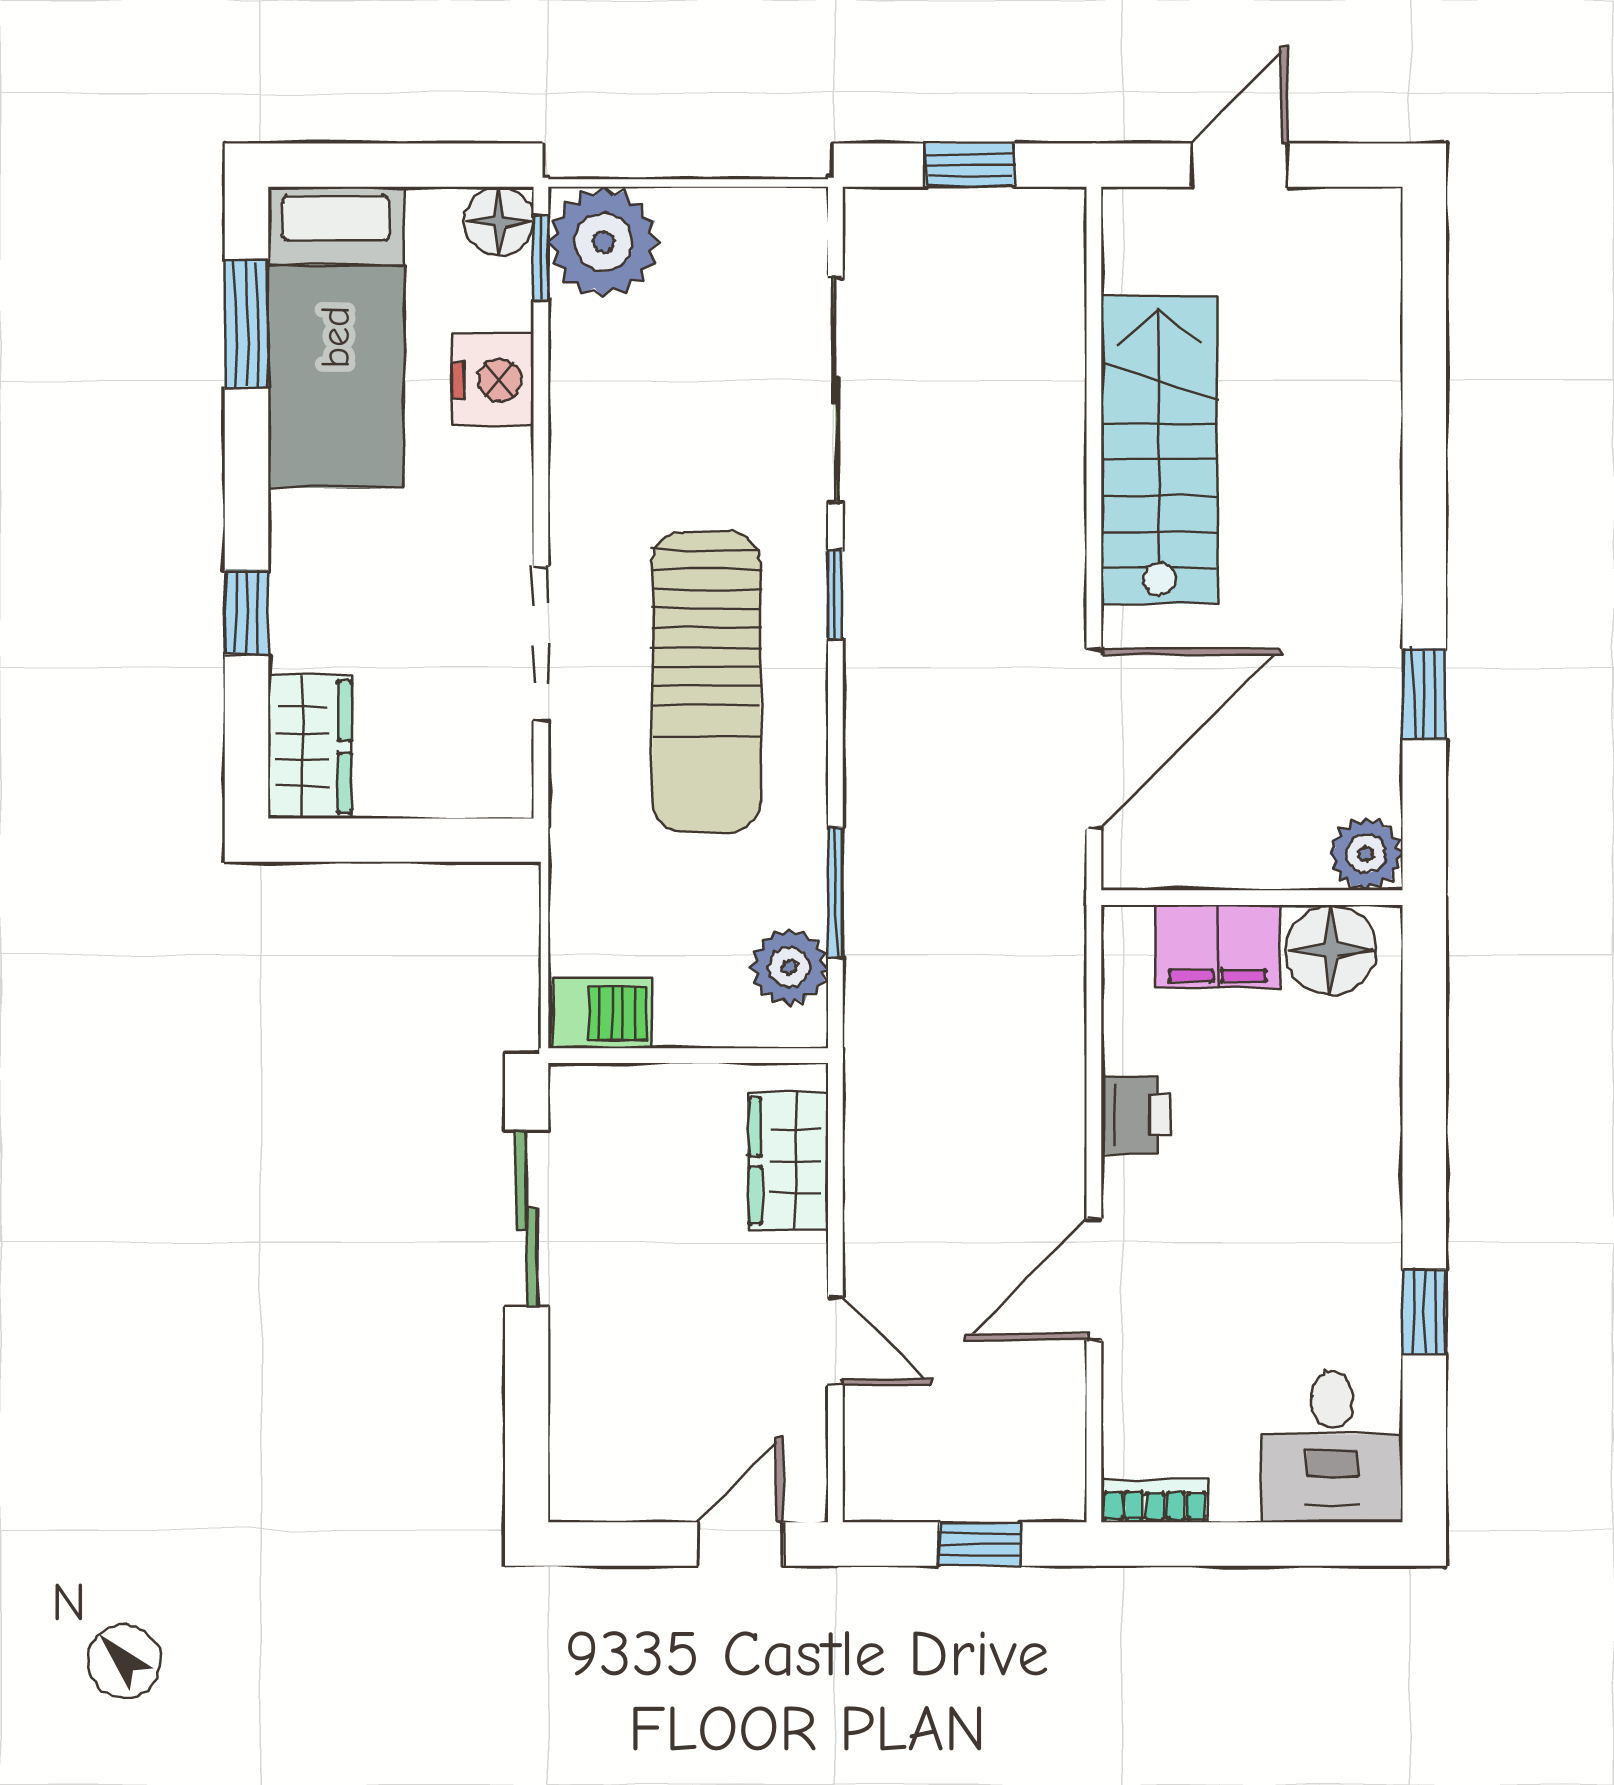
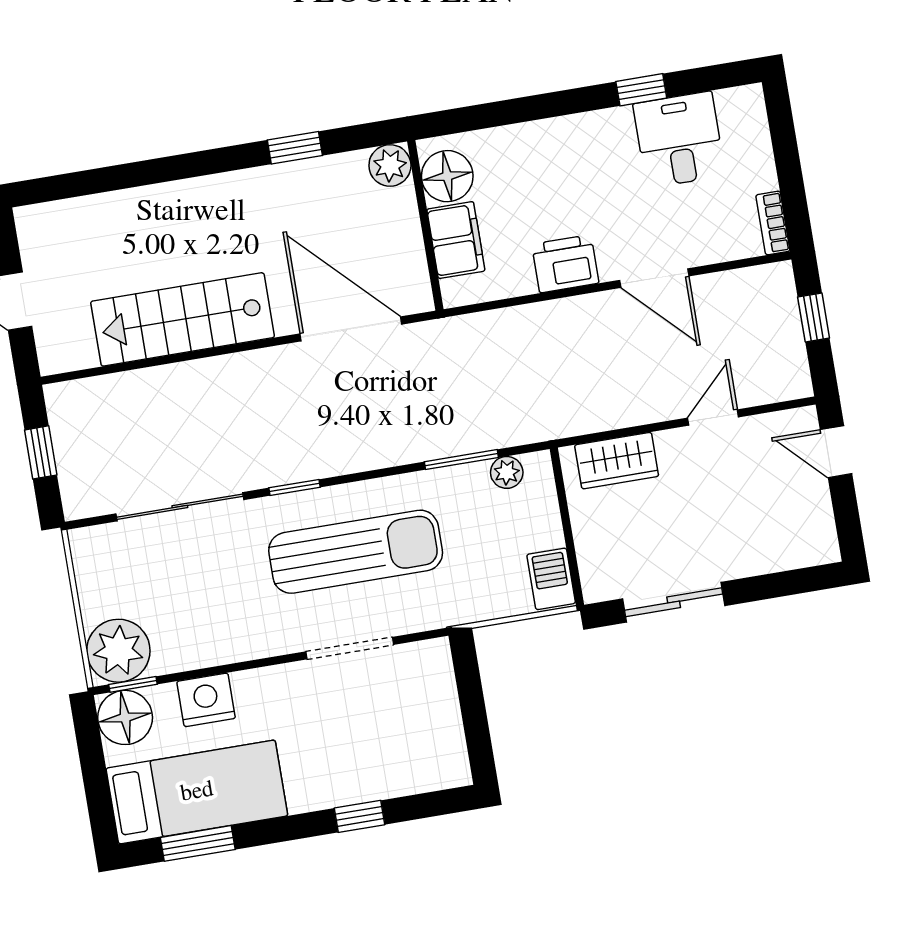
floor lamp: (499, 221) -> (125, 717), width x1.38, depth x1.38
wardrobe: (310, 747) -> (429, 768), removed
plant: (789, 967) -> (507, 472), width x0.73, depth x0.73
printer: (1136, 1115) -> (565, 264), width x1.36, depth x1.24
desk: (1332, 1447) -> (679, 140), moved, turned -90

